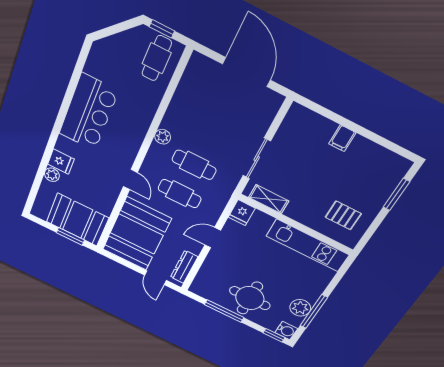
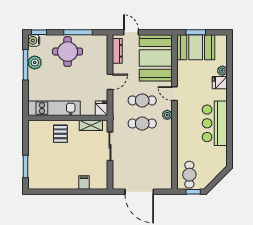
plant: (163, 137) -> (167, 115), moved
filing cabinet: (342, 138) -> (84, 183), moved
pallet: (343, 215) -> (60, 134), moved, turned 90

